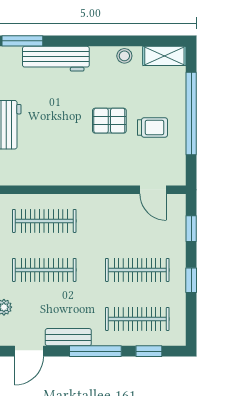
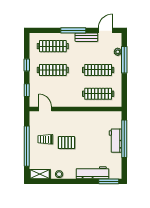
window: (149, 351) -> (47, 30), removed

